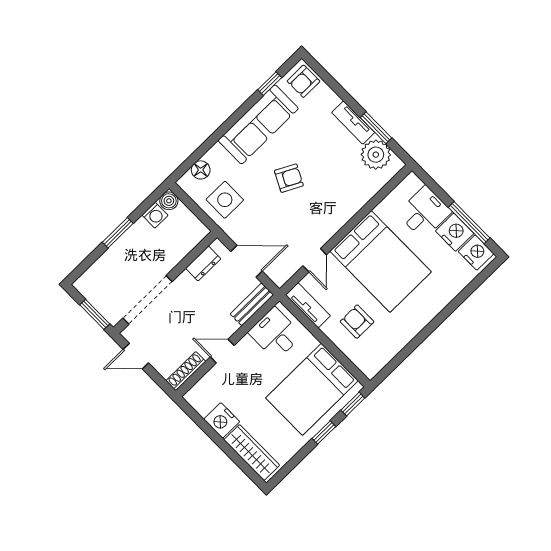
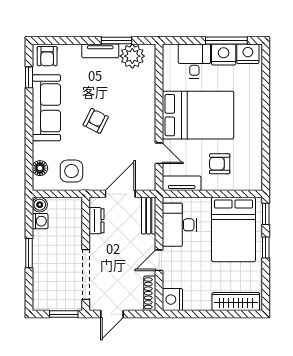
desk: (275, 334) -> (179, 225), width x1.37
nightstand: (222, 420) -> (172, 300), moved, turned 90

